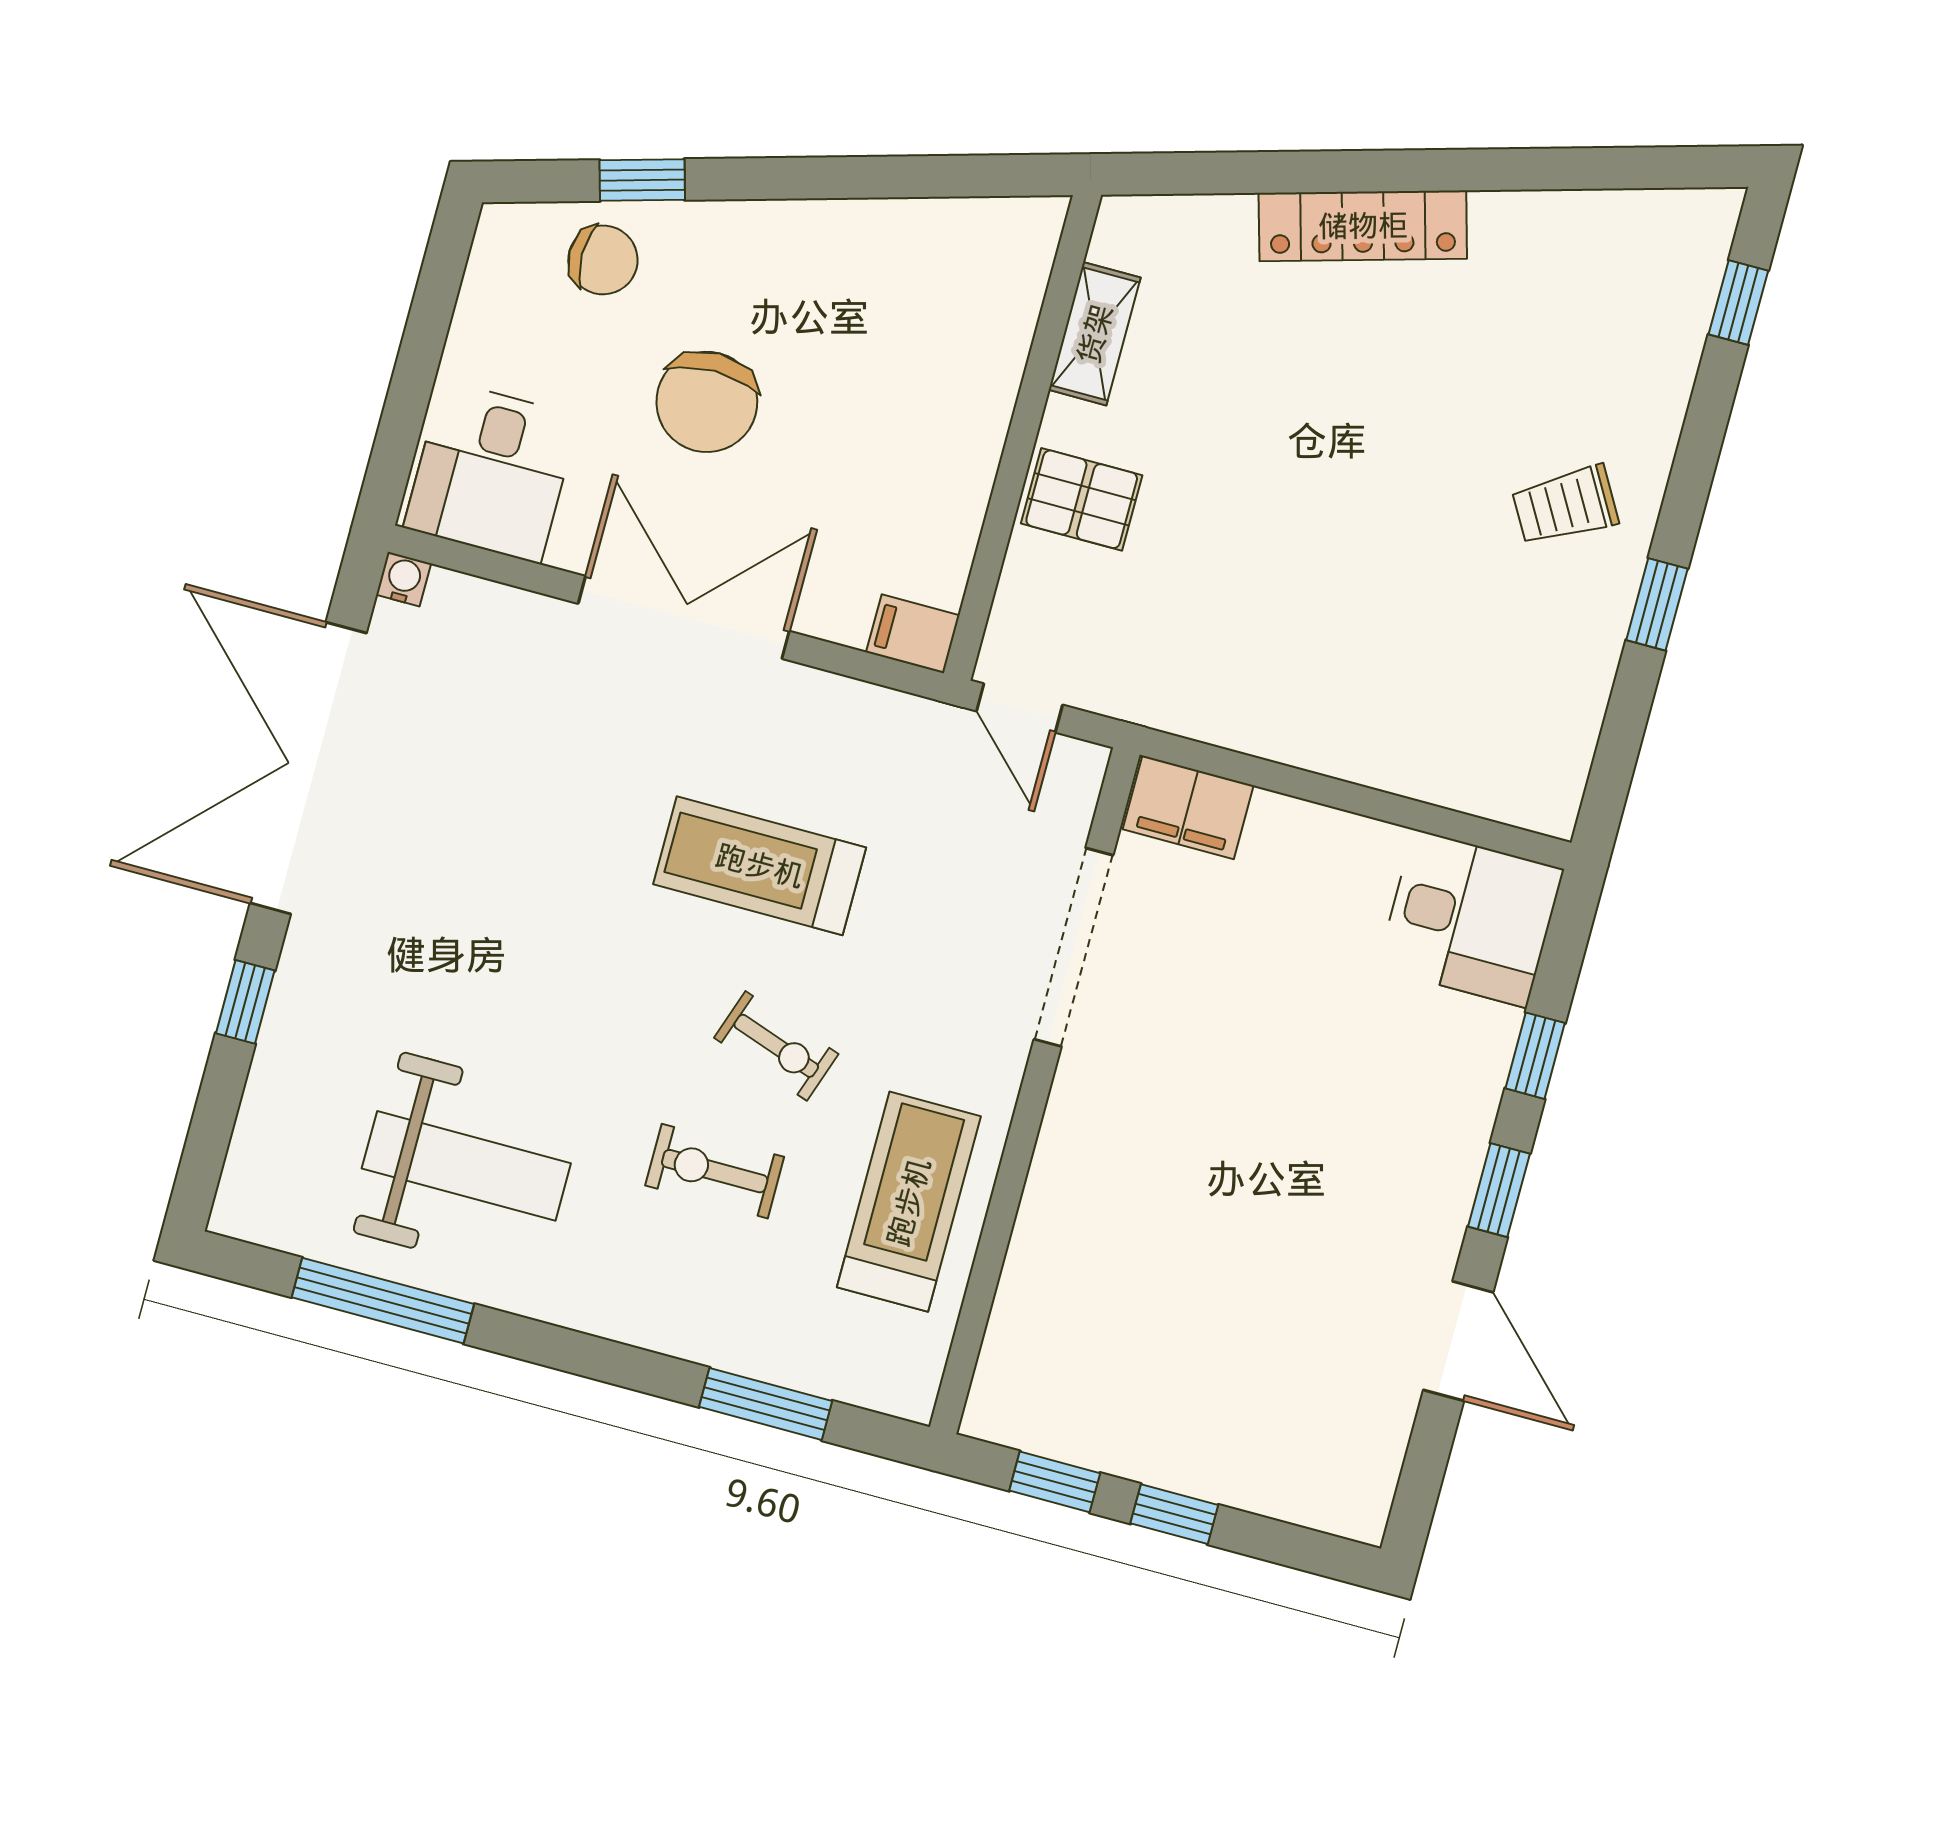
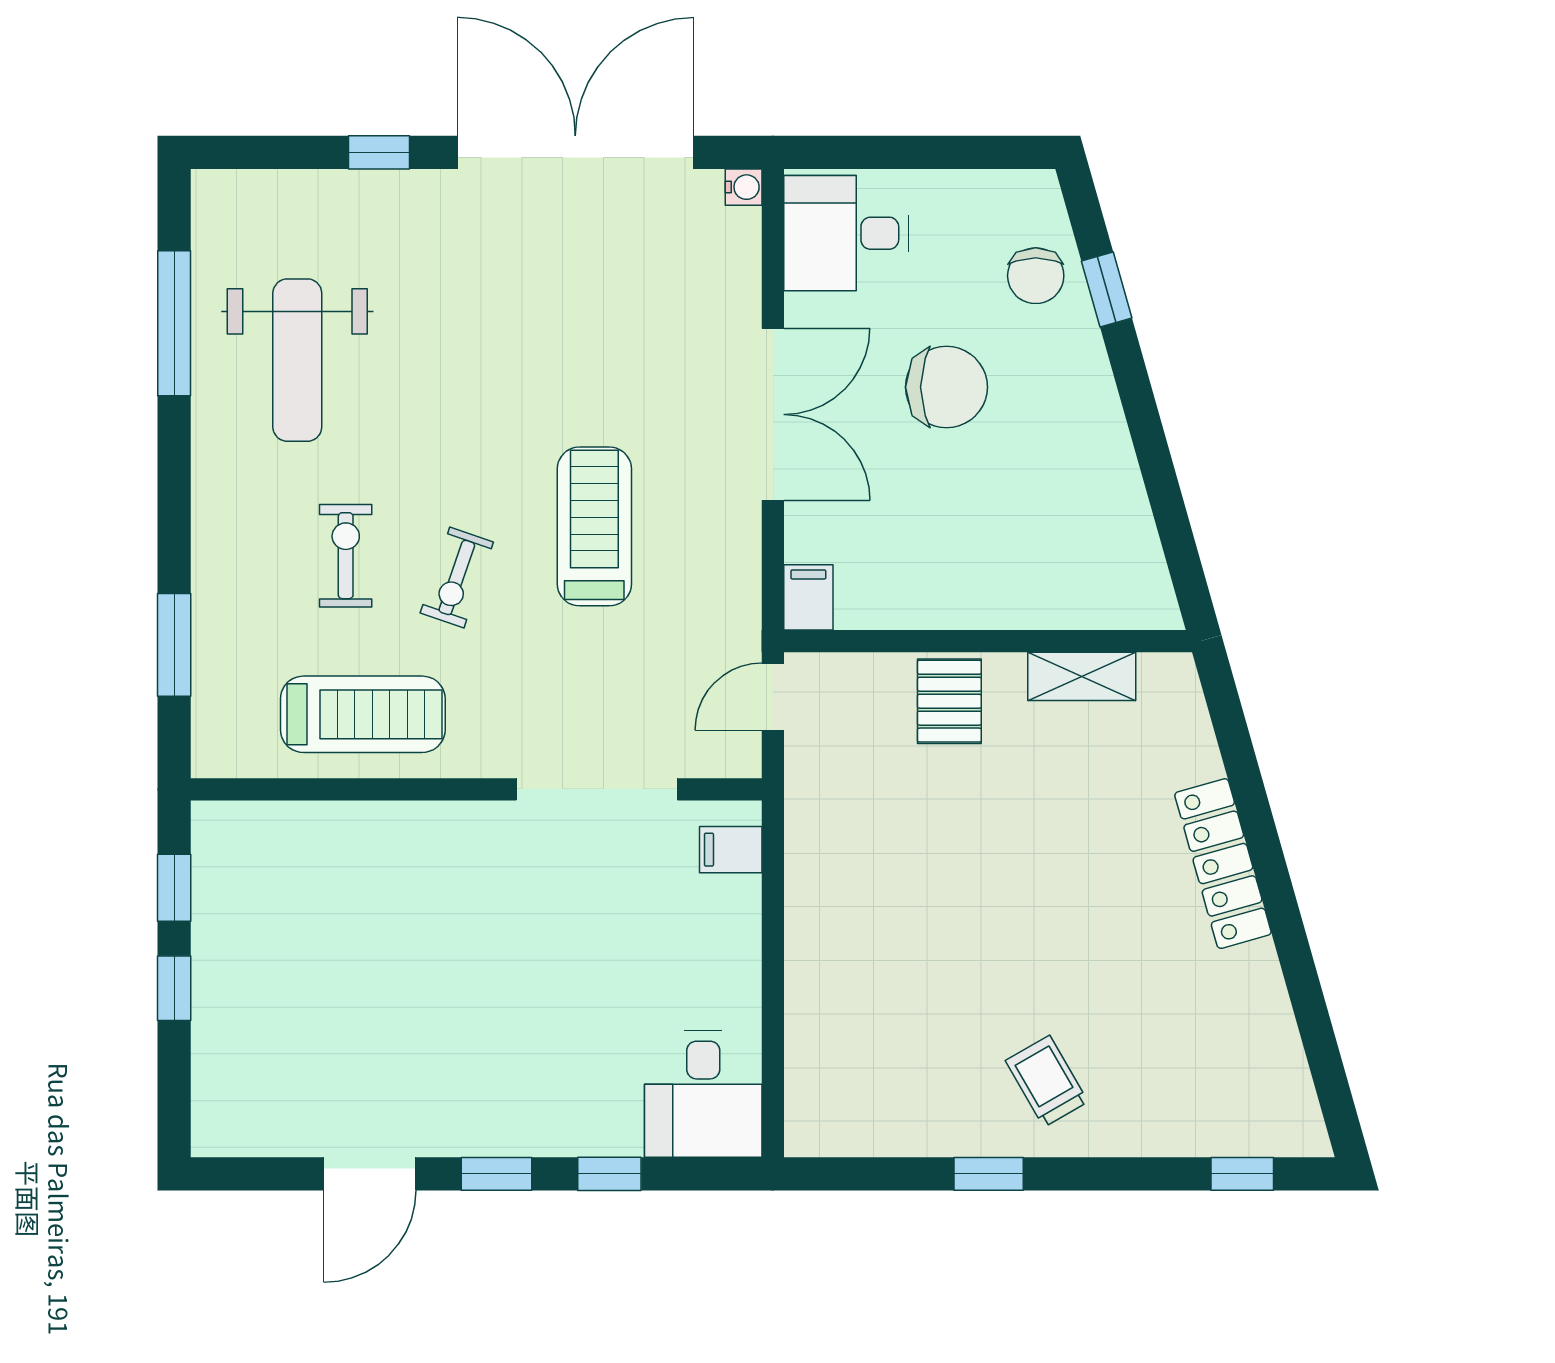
chair: (707, 402) -> (946, 387), turned 180
filing cabinet: (1188, 807) -> (731, 850), width x0.50

